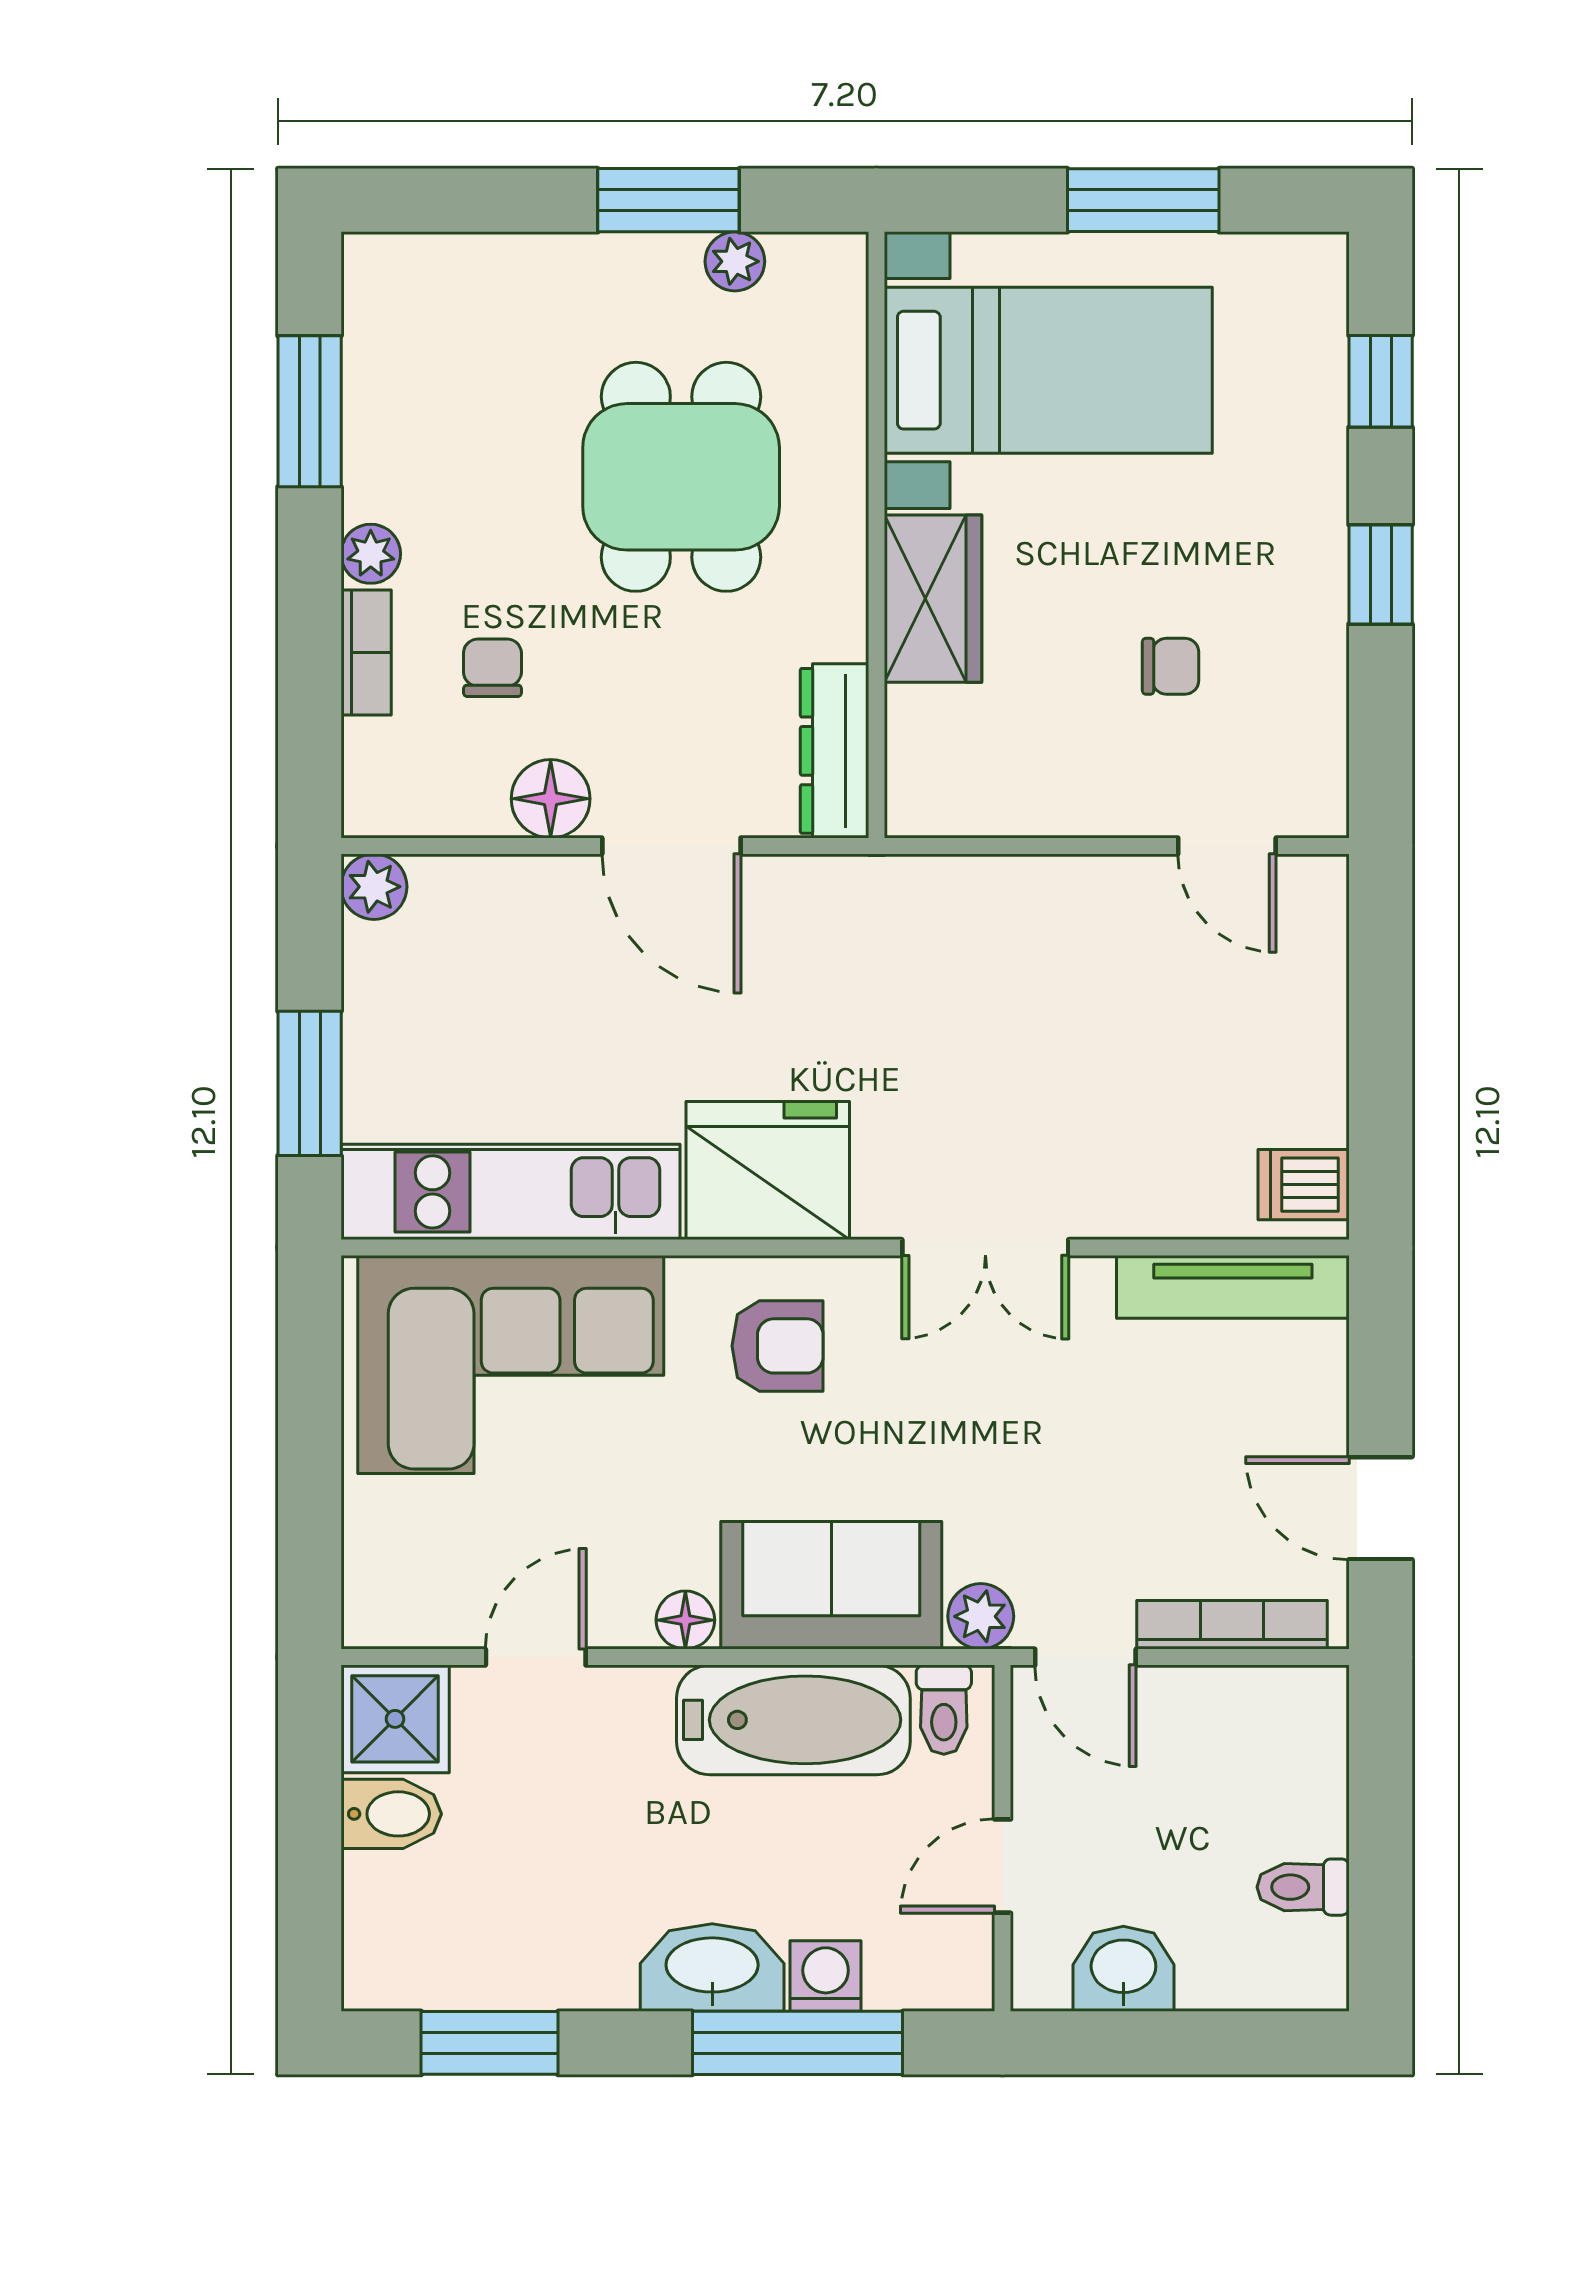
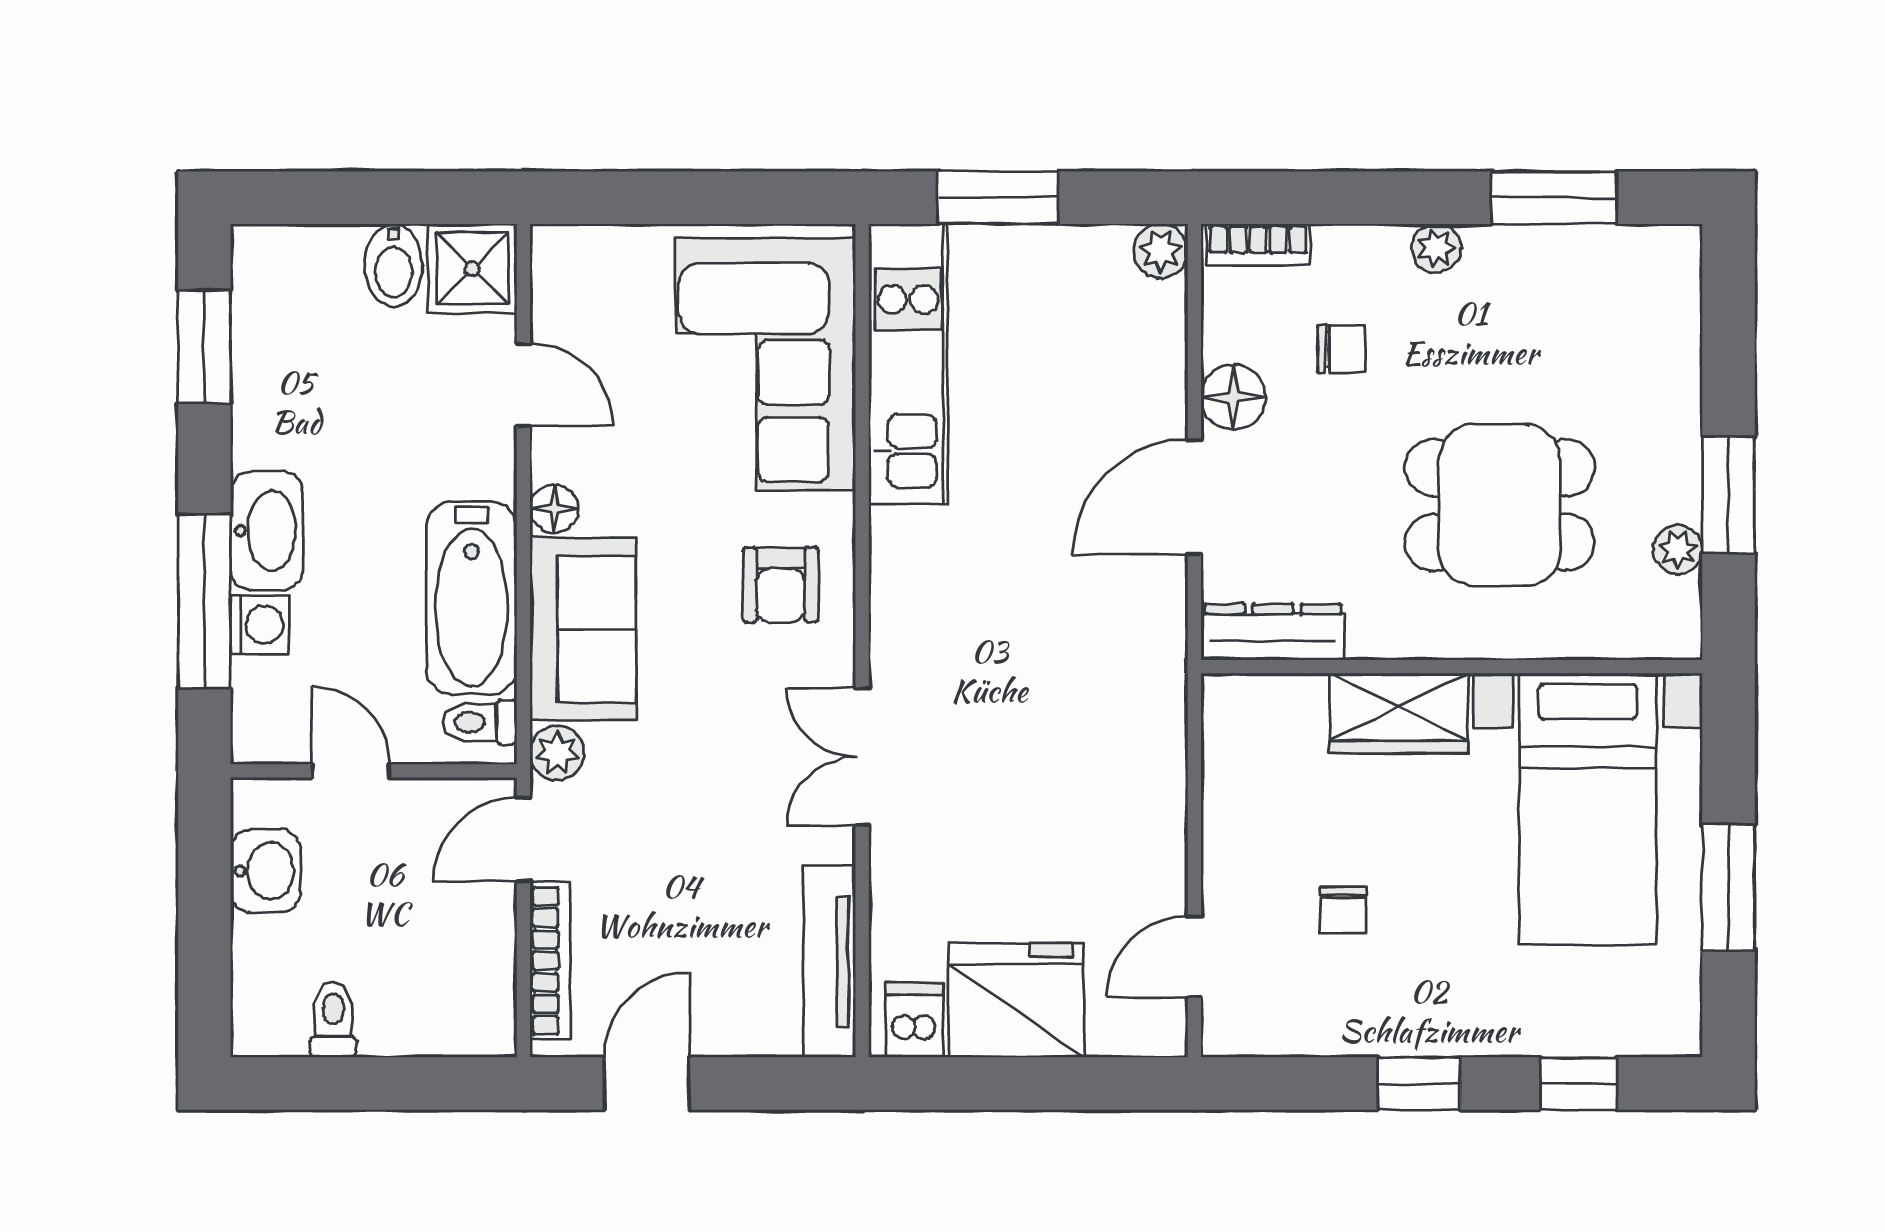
bookcase: (366, 652) -> (1258, 244), moved
fridge: (768, 1171) -> (1016, 1000), moved, turned -90

